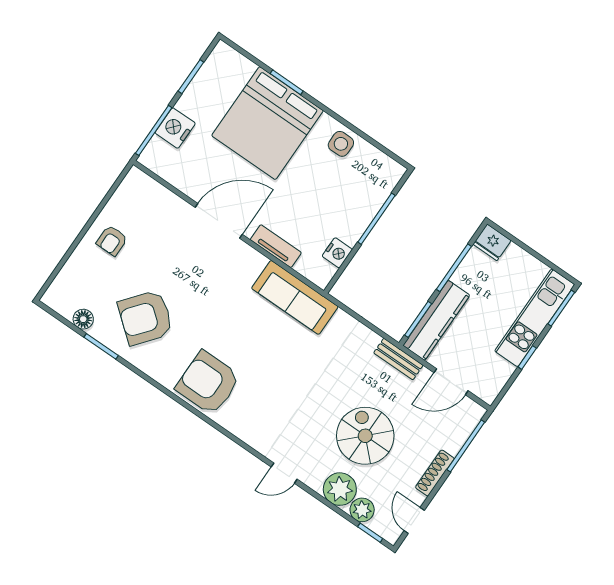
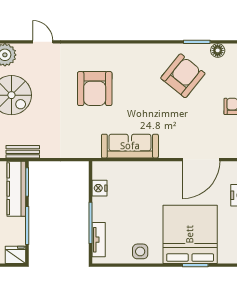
door: (219, 221) -> (201, 160), moved
tv unit: (276, 246) -> (99, 240), moved, turned -90
sofa: (295, 297) -> (130, 146), moved
armchair: (208, 383) -> (95, 89), moved, turned 90
door: (284, 473) -> (43, 42), hinge flipped

